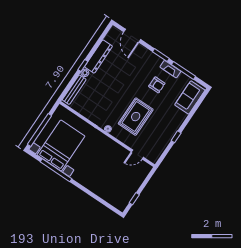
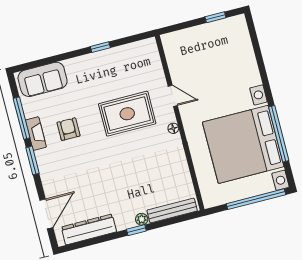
dresser: (98, 57) -> (89, 229), moved
bed with nightstands: (61, 145) -> (243, 144), width x1.36
door: (137, 155) -> (173, 96), moved

